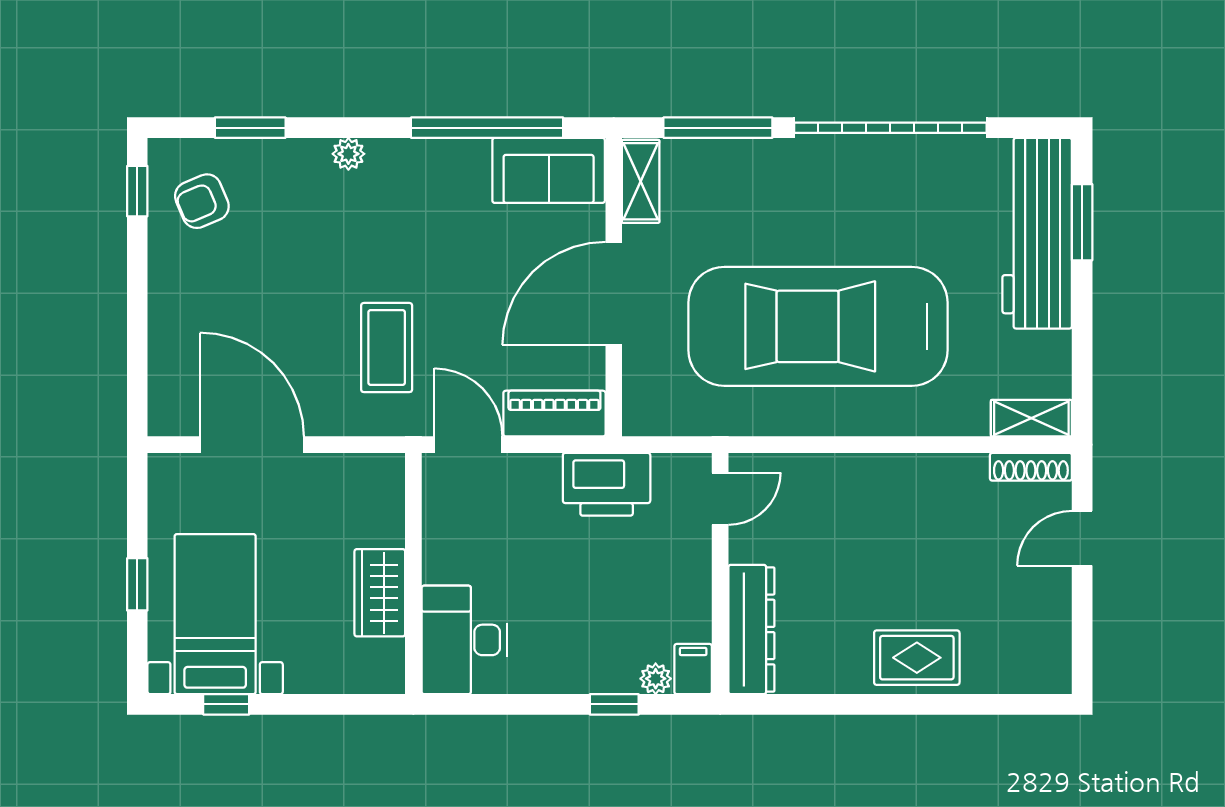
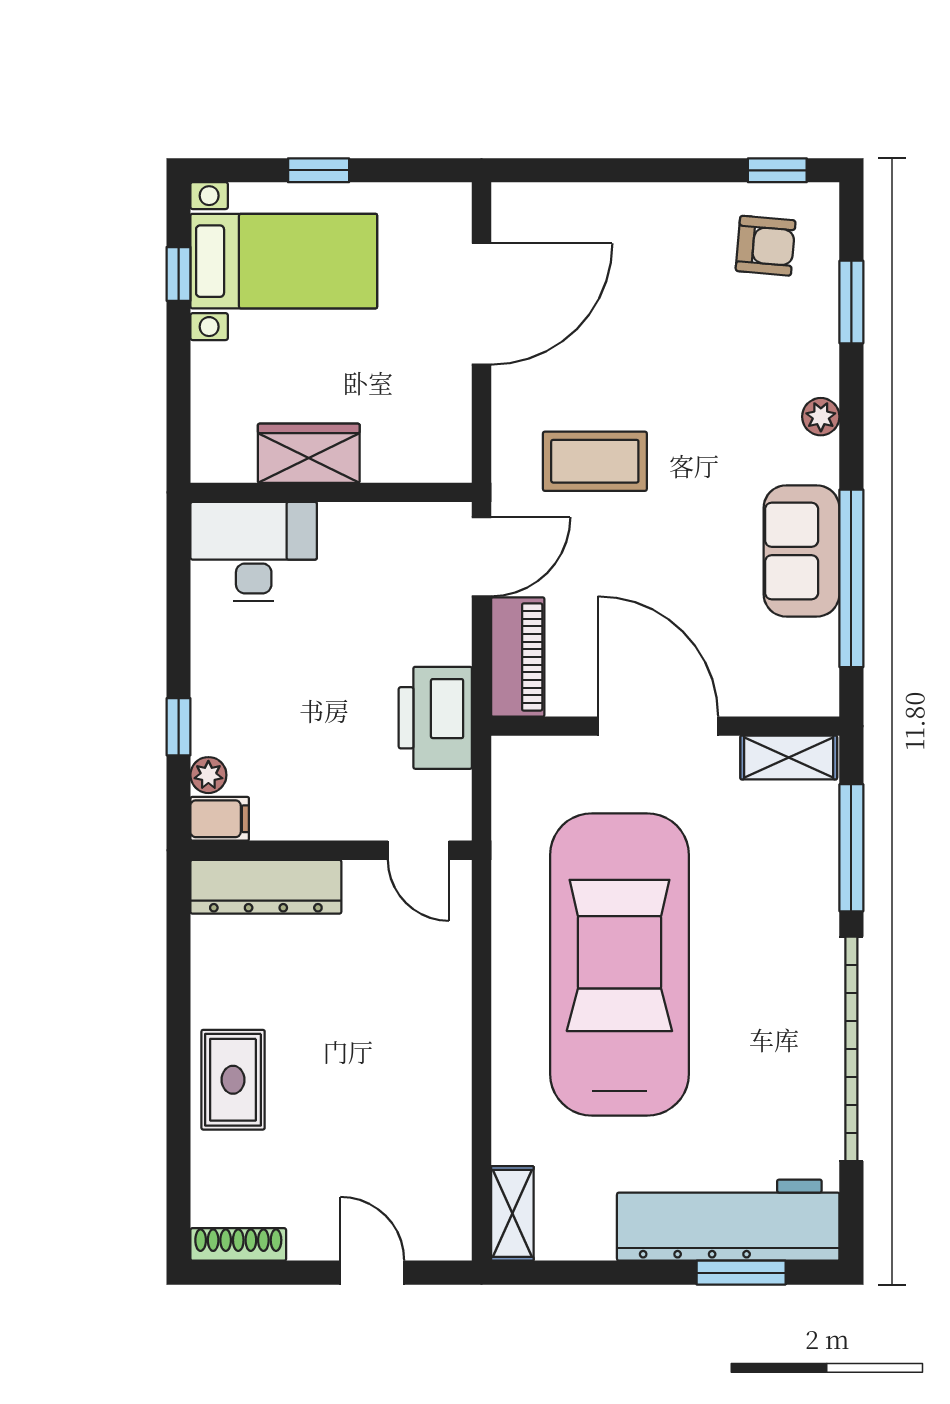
sofa: (549, 170) -> (801, 551), moved
armchair: (202, 201) -> (766, 246), turned 118
shoe rack: (1031, 467) -> (238, 1244), moved, turned 90

